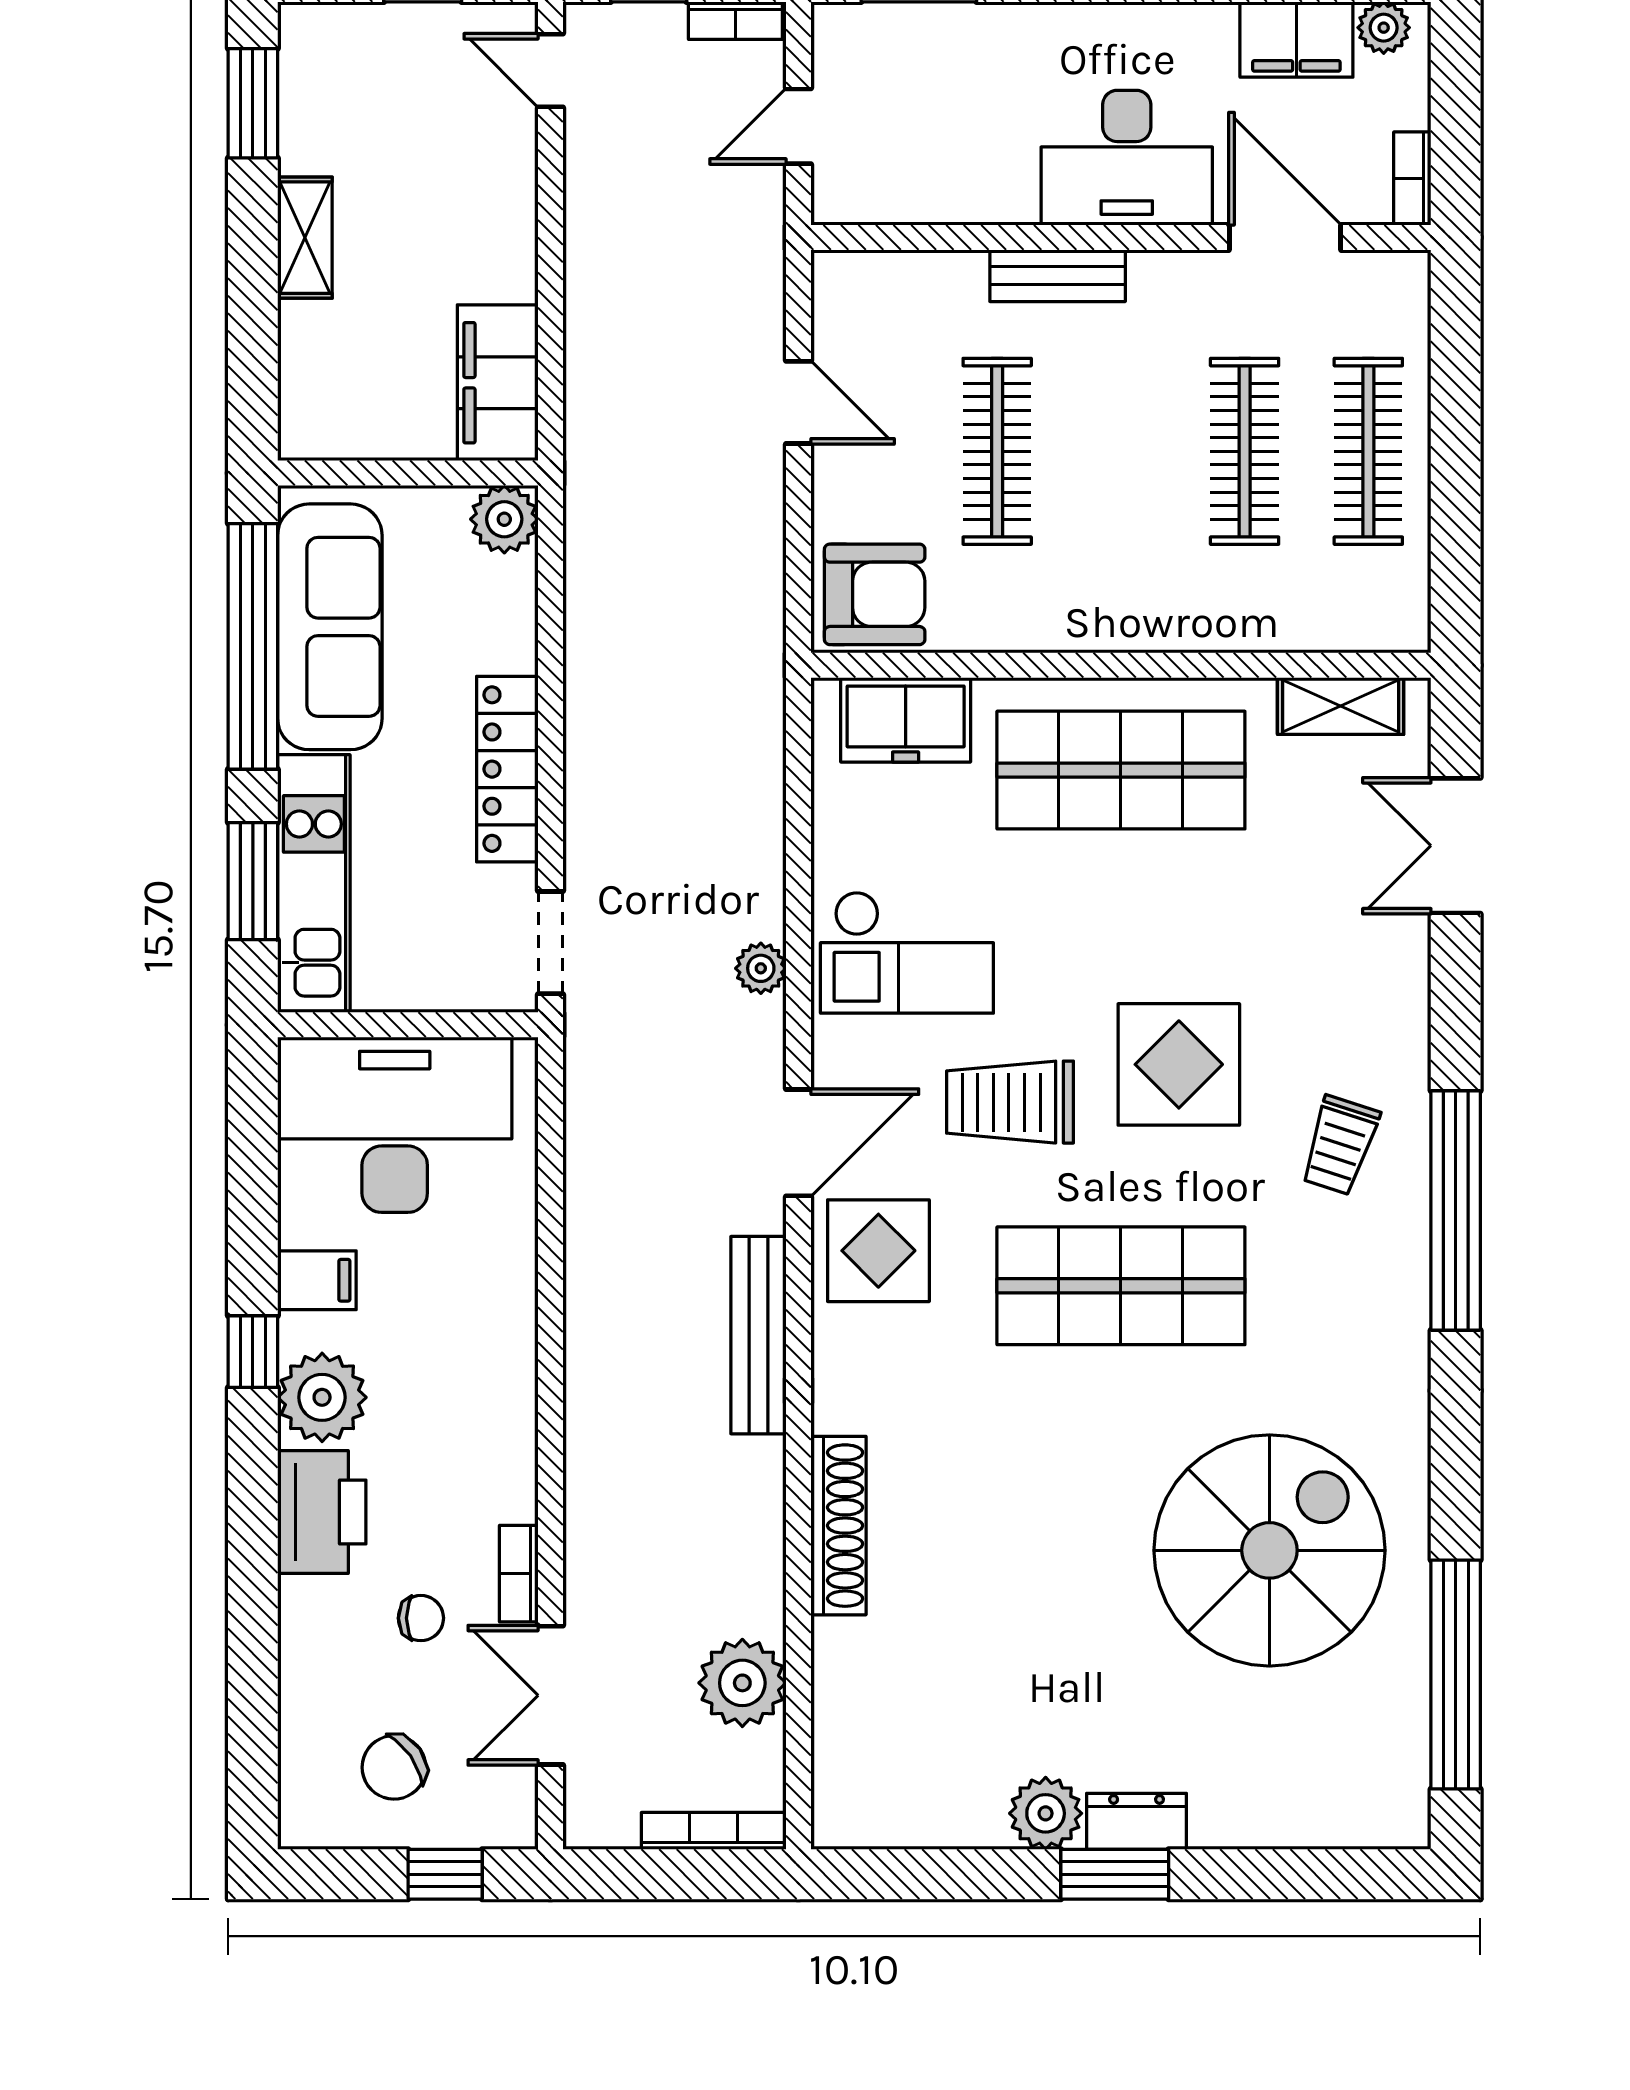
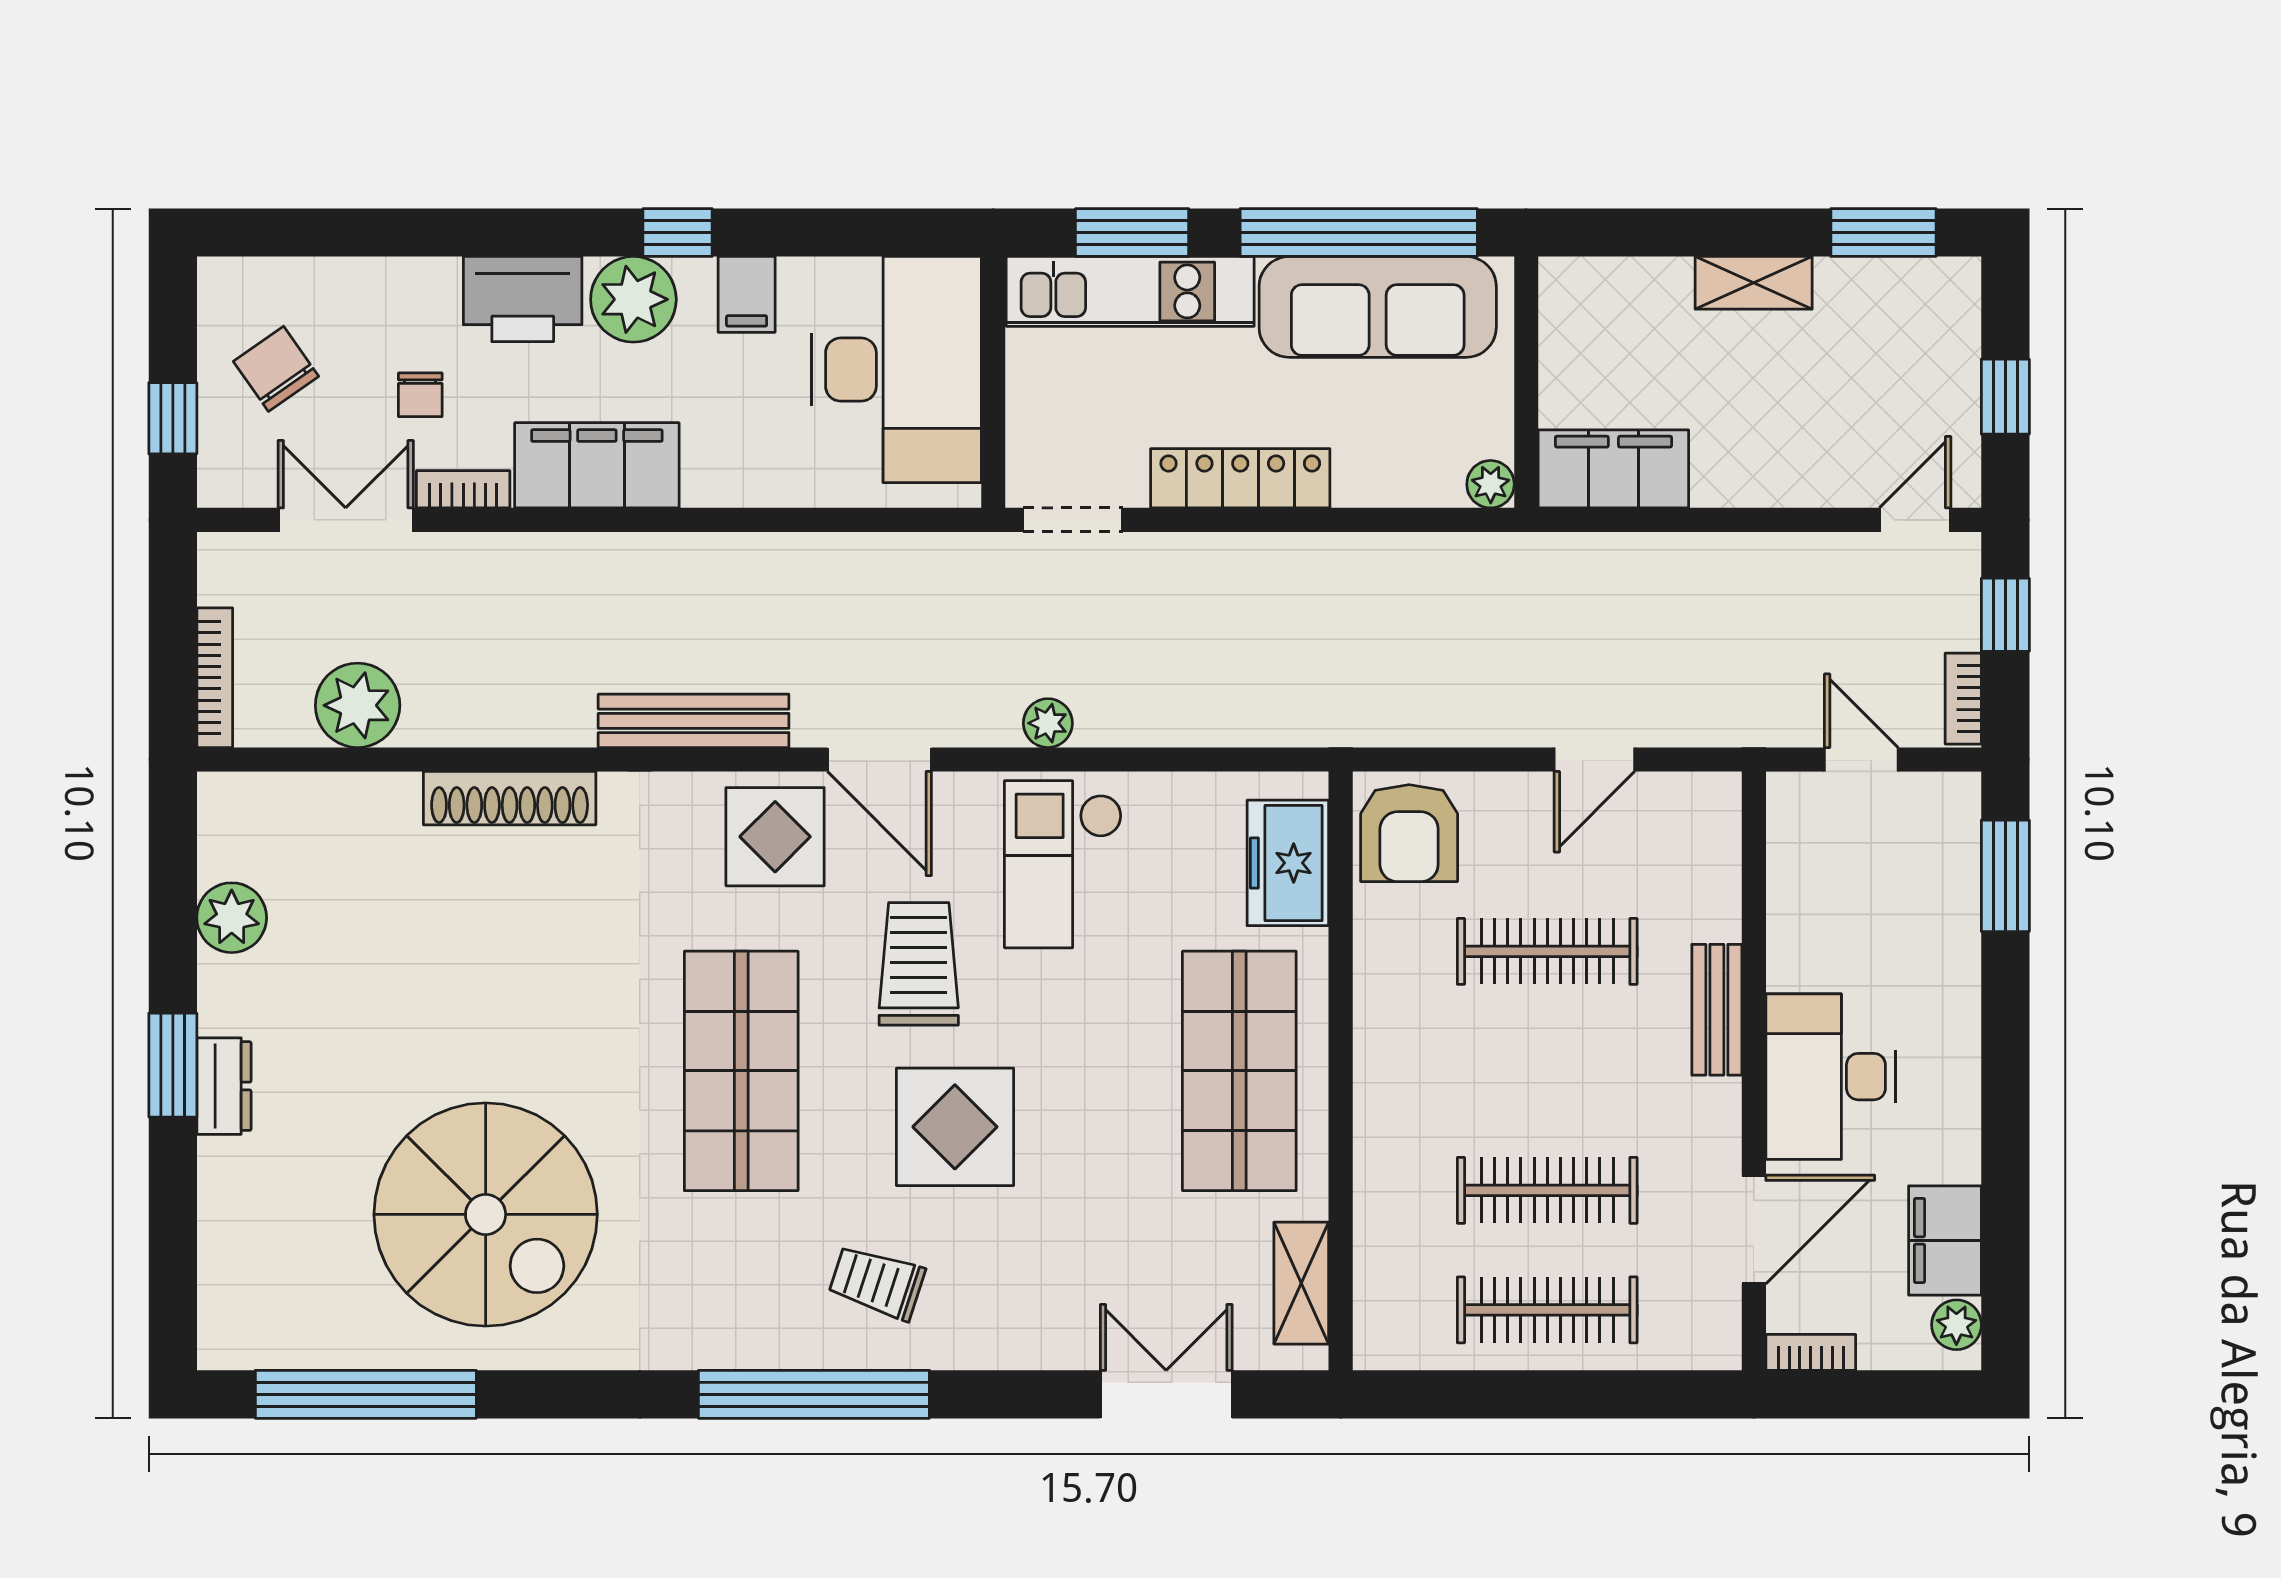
plant: (504, 519) -> (1491, 484), width x0.73, depth x0.73
filing cabinet: (494, 1435) -> (597, 465), added
plant: (1046, 1813) -> (232, 918), moved

